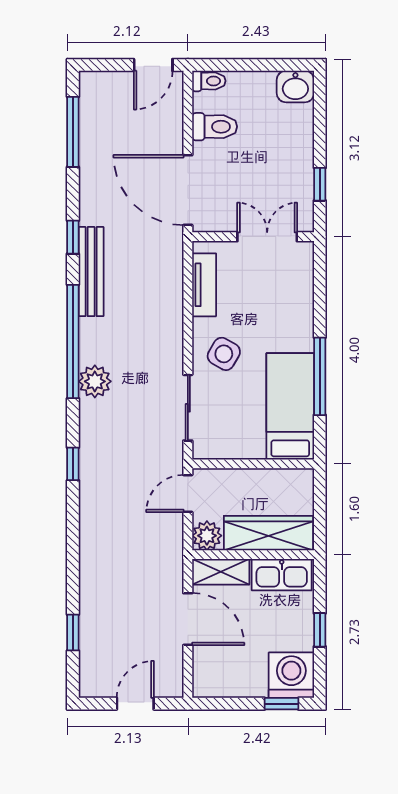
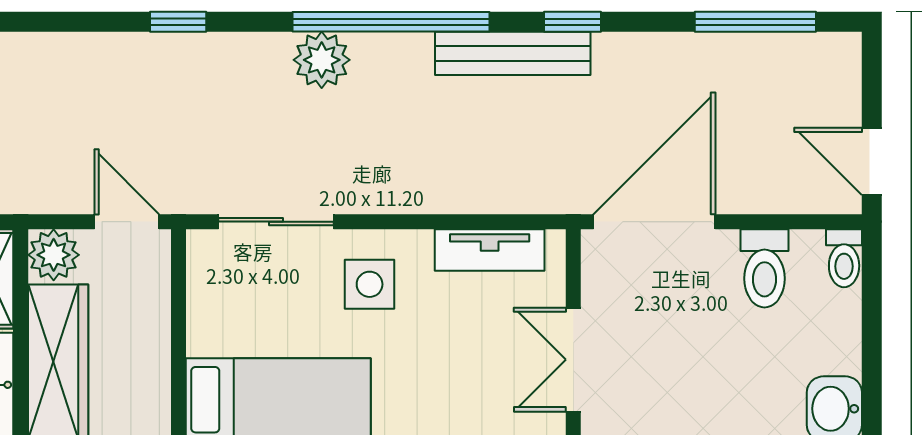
double door: (267, 237) -> (573, 360), swing flipped
side table: (224, 354) -> (370, 284), turned -30

